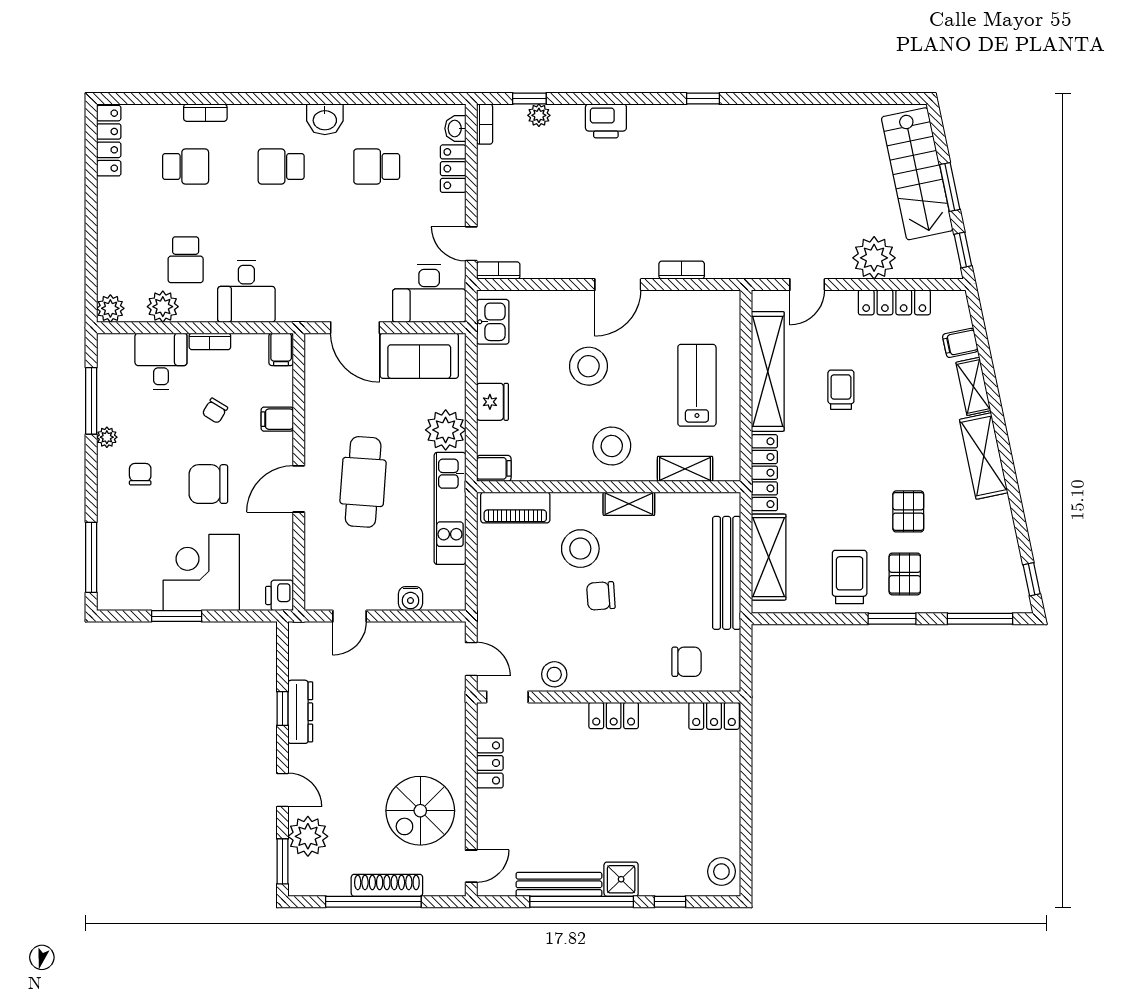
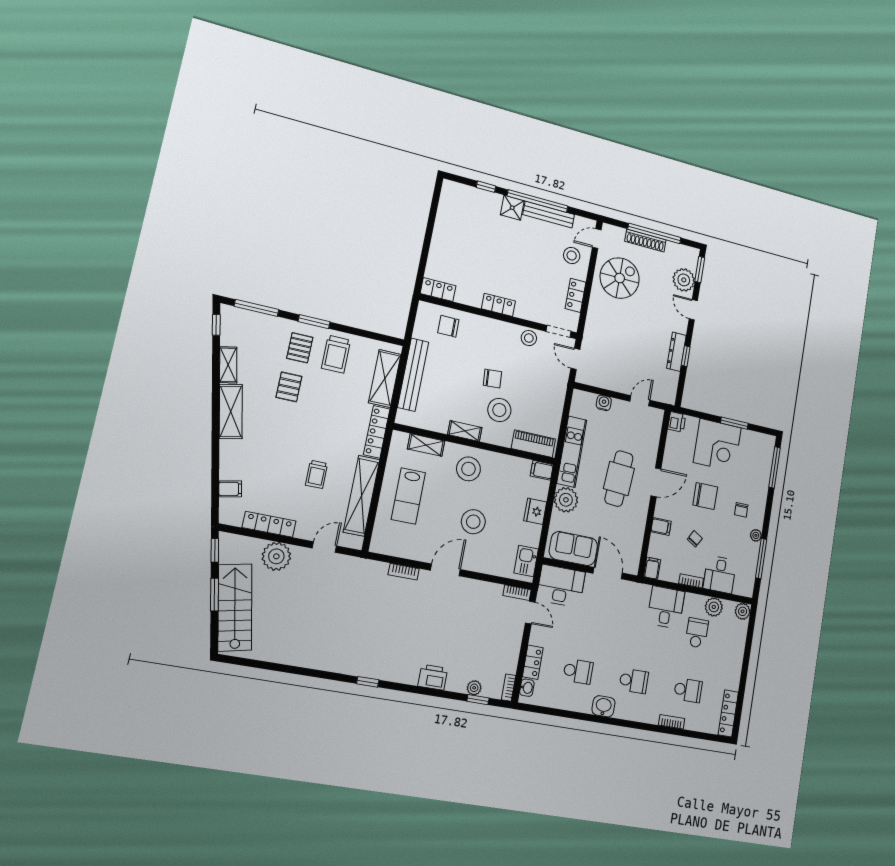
school desk: (186, 166) -> (688, 690), turned 180
shelving: (973, 386) -> (228, 365), moved
stool: (721, 872) -> (572, 255), moved

